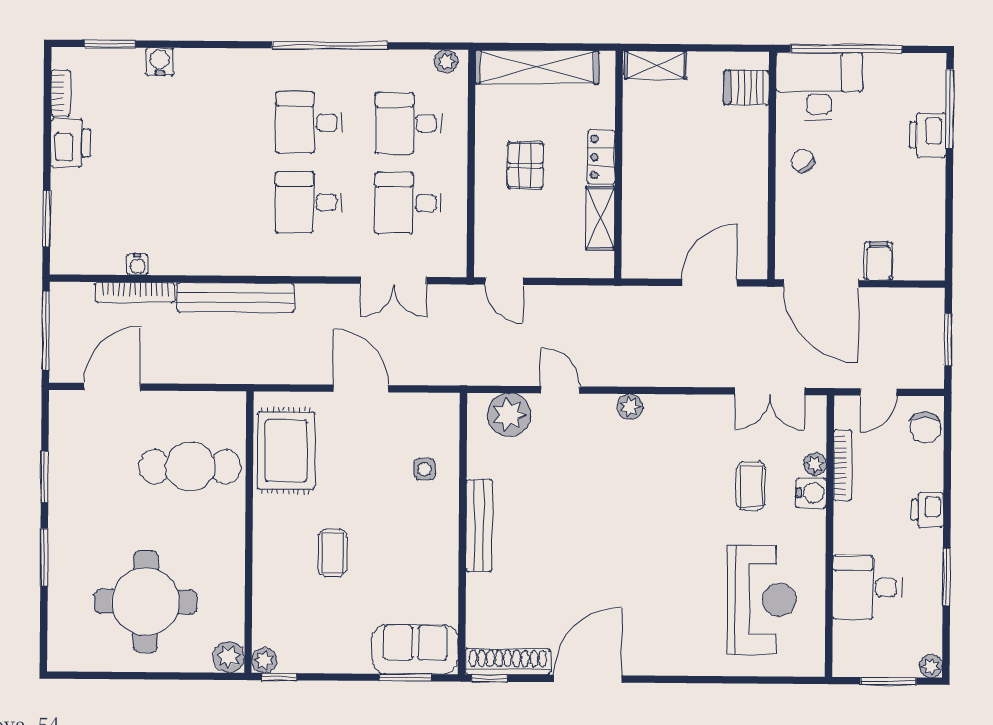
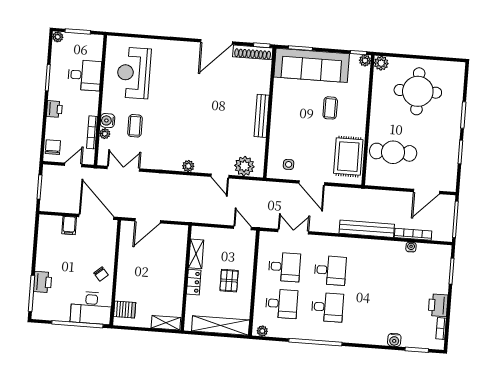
side table: (425, 469) -> (289, 164), moved
sofa: (415, 649) -> (312, 65), width x1.85, depth x1.27

